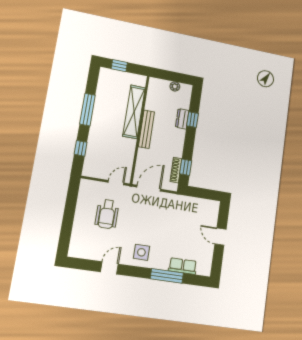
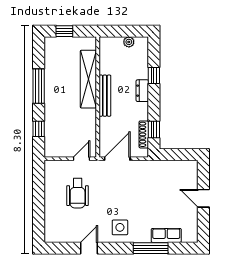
dresser: (182, 119) -> (142, 91), moved

